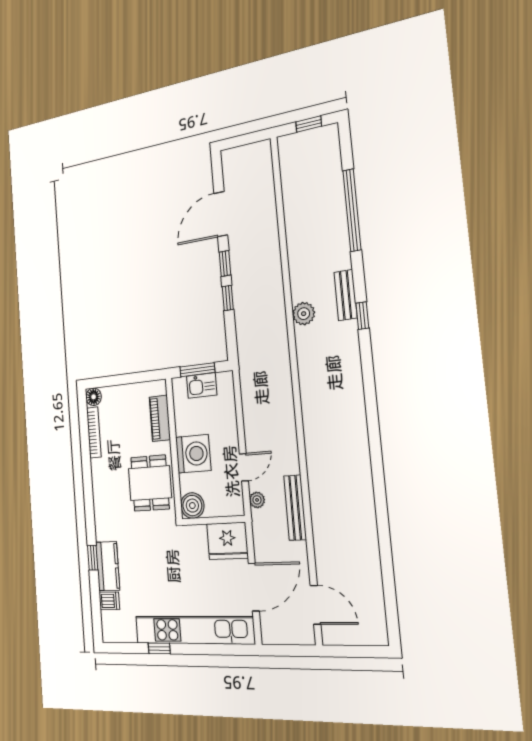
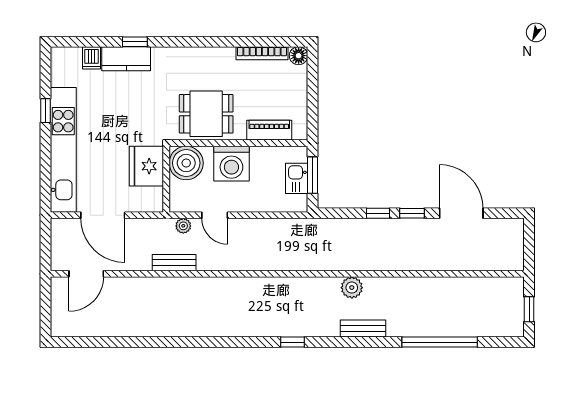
window: (362, 316) -> (293, 342), moved
boiler: (192, 506) -> (186, 163), width x1.37, depth x1.37
bench: (295, 508) -> (174, 263), width x0.73
fridge: (227, 541) -> (146, 166), moved

